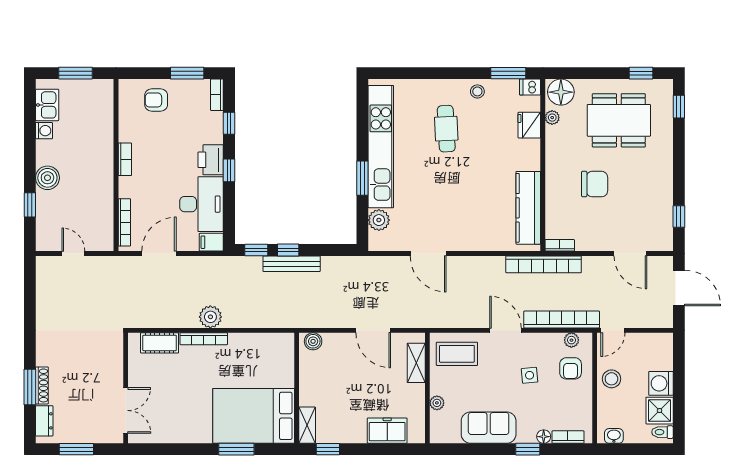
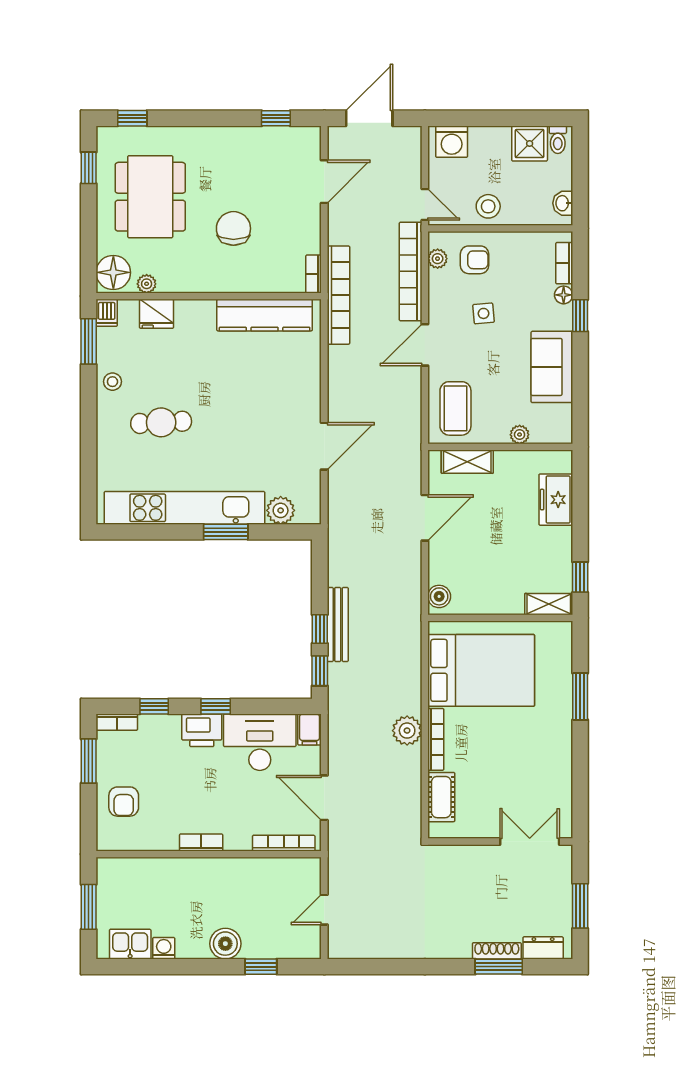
washing machine: (661, 383) -> (452, 142), moved
bed: (254, 416) -> (481, 670), moved, turned -90

